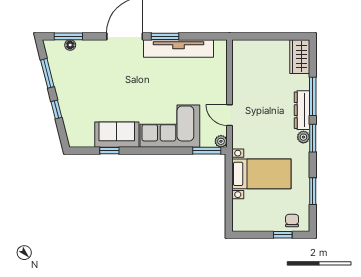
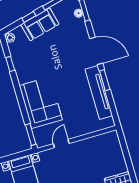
sofa: (117, 135) -> (40, 24), moved, turned 76
plant: (221, 141) -> (10, 38), moved

